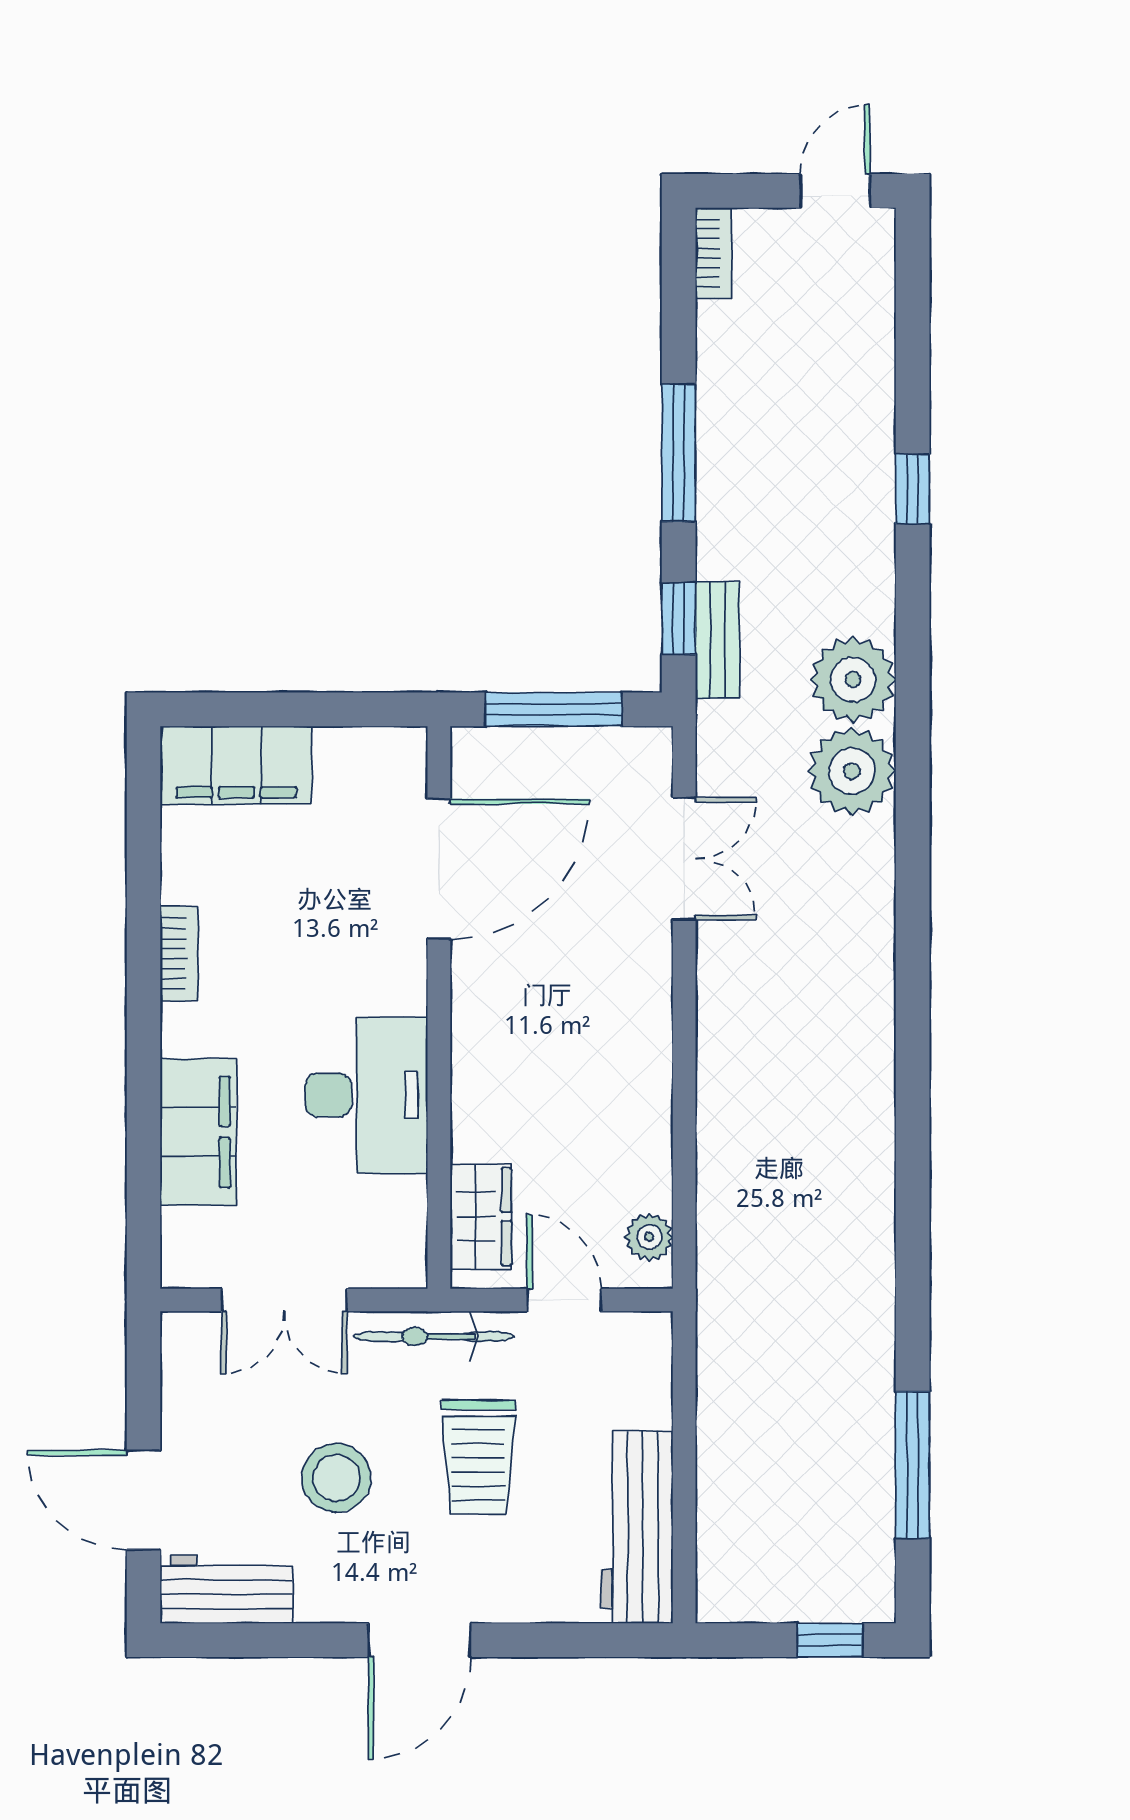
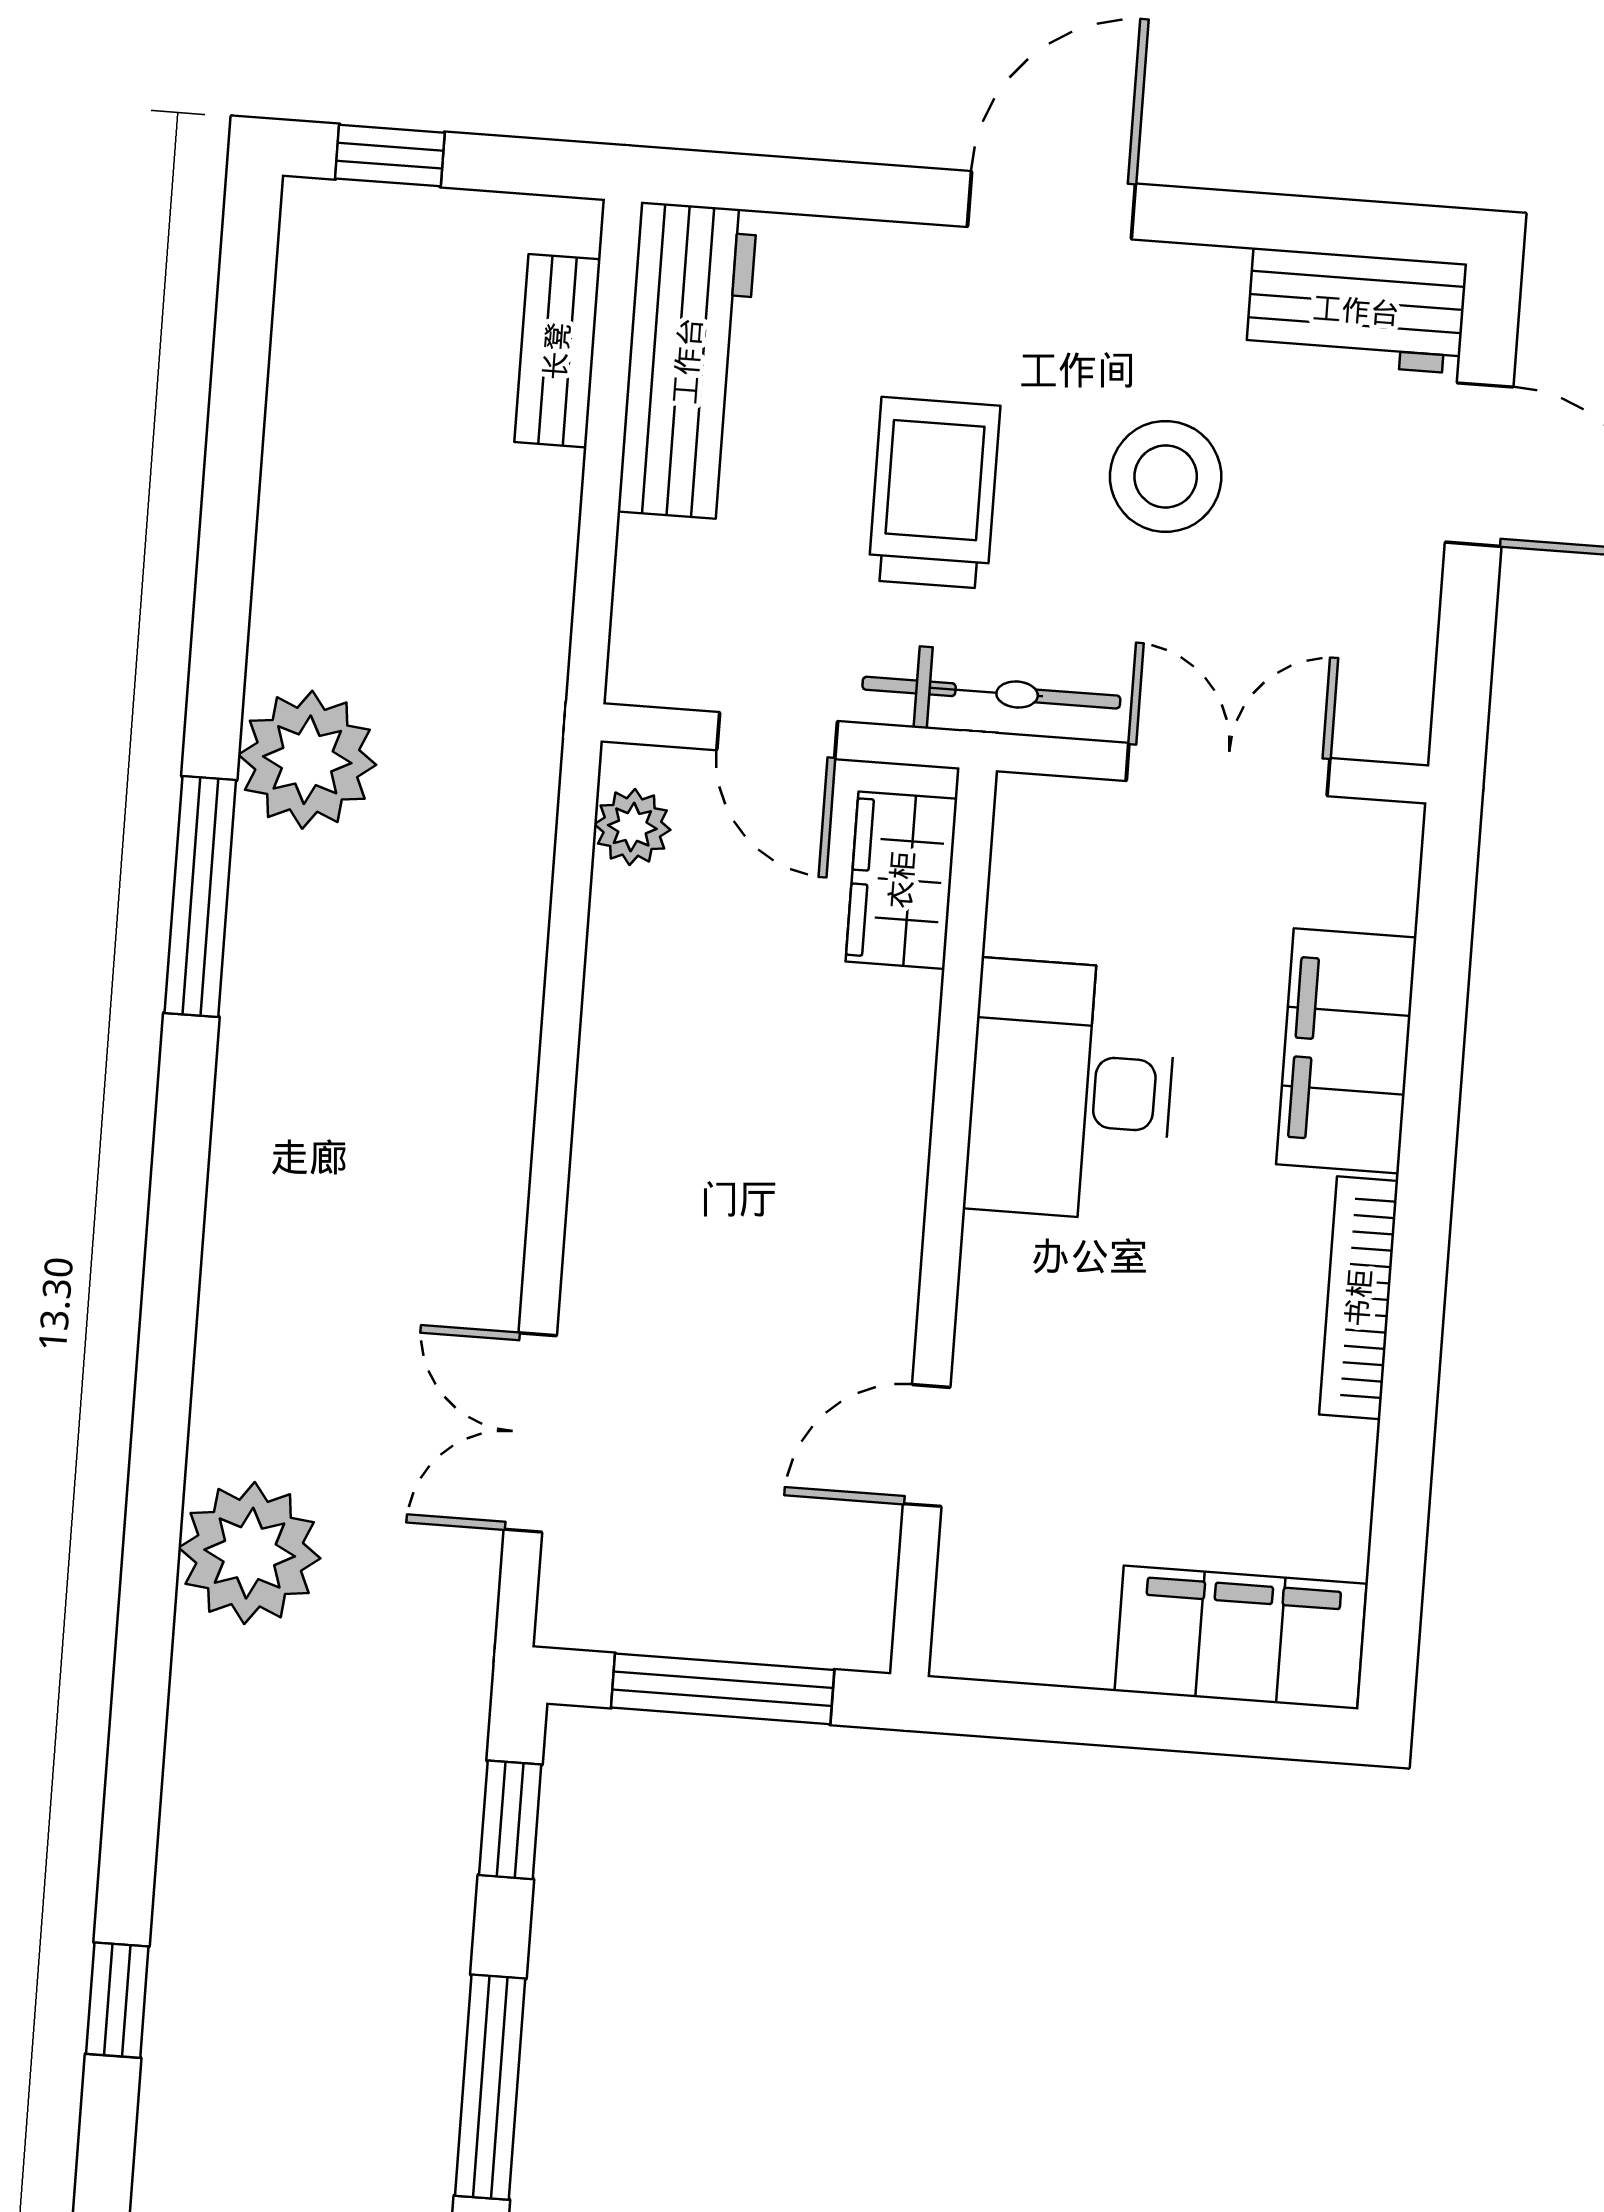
bench: (718, 640) -> (557, 351), moved
plant: (853, 680) -> (307, 760), moved
door: (439, 869) -> (927, 1446), width x0.53
bookcase: (179, 953) -> (1359, 1298), width x1.56
window: (913, 1465) -> (200, 897), moved

